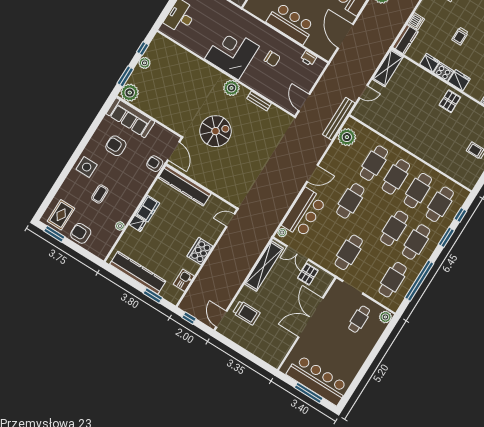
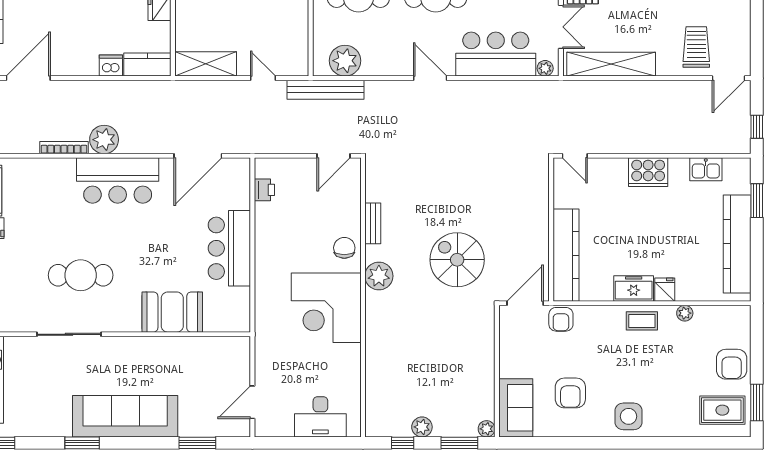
chair: (272, 59) -> (344, 248), moved
plant: (130, 93) -> (487, 429), width x0.53, depth x0.53
sofa: (130, 118) -> (516, 408), width x0.73
coffee table: (100, 194) -> (642, 321), moved

